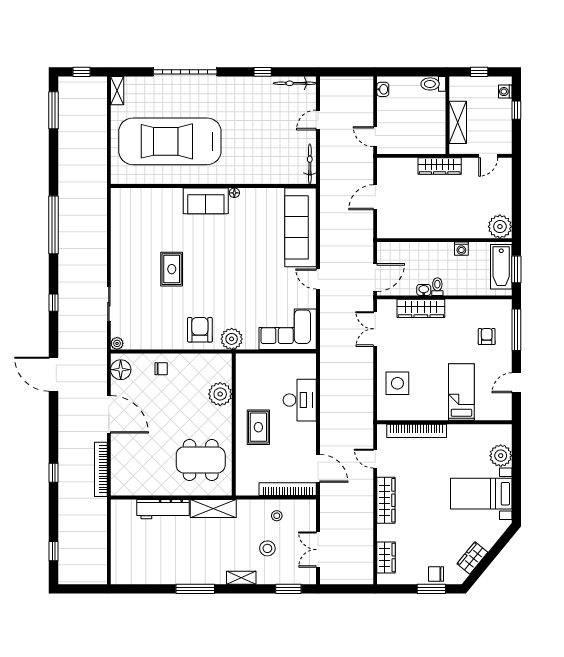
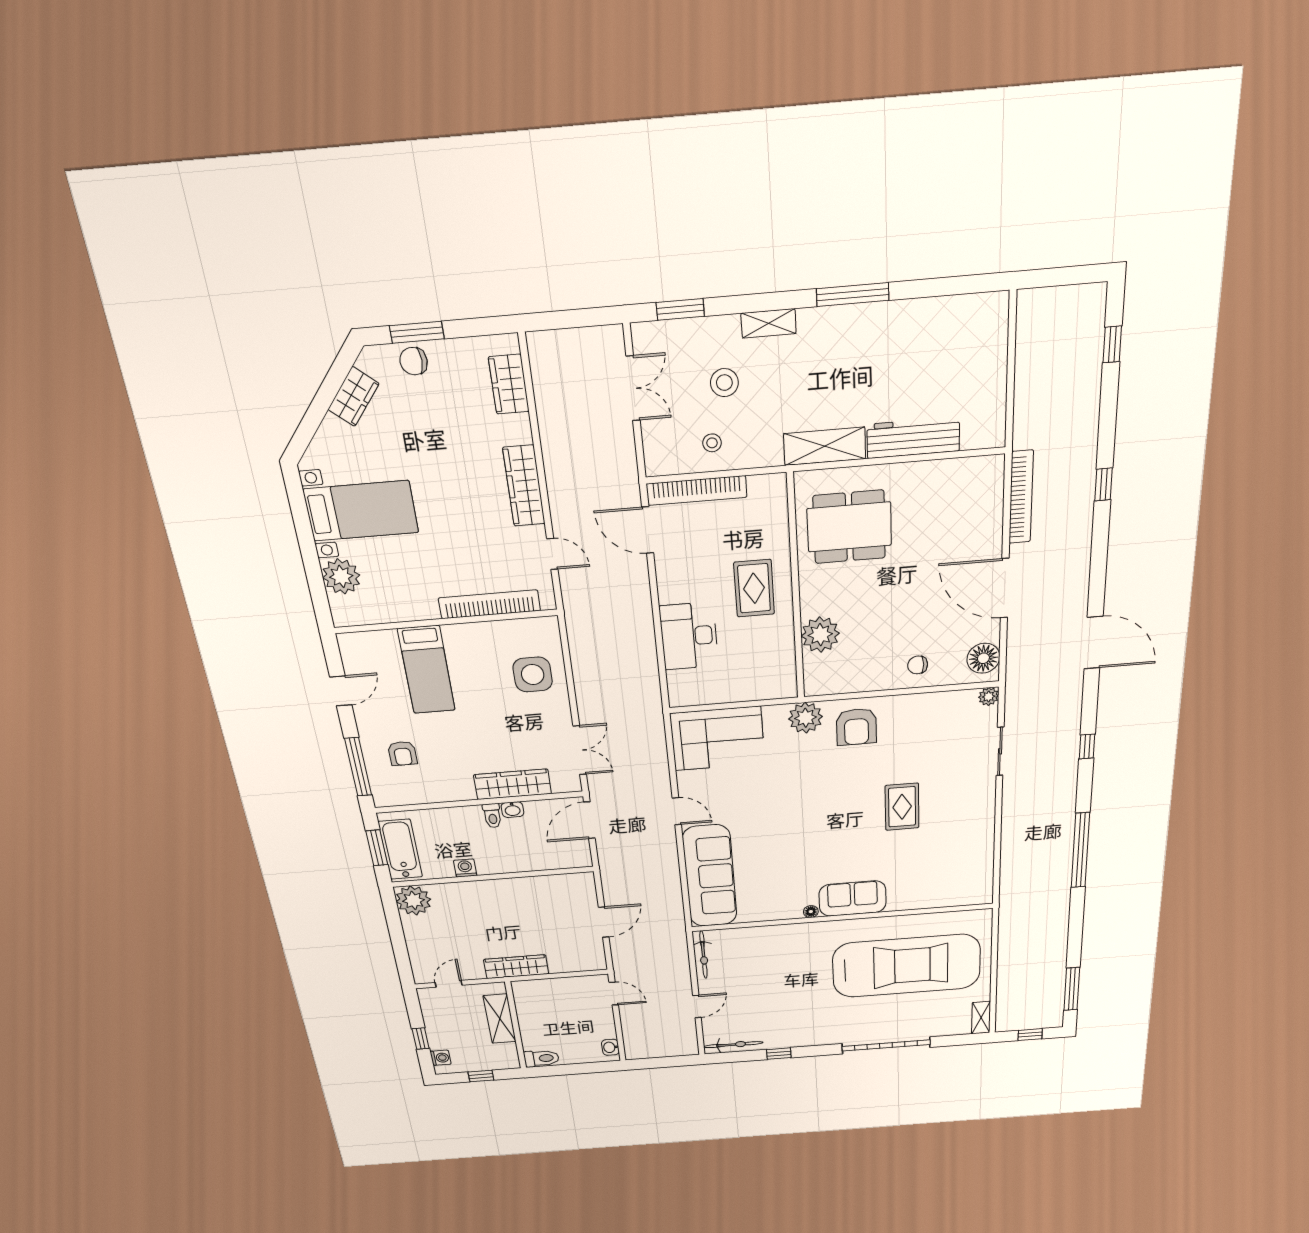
chair: (436, 574) -> (414, 361), turned 180

